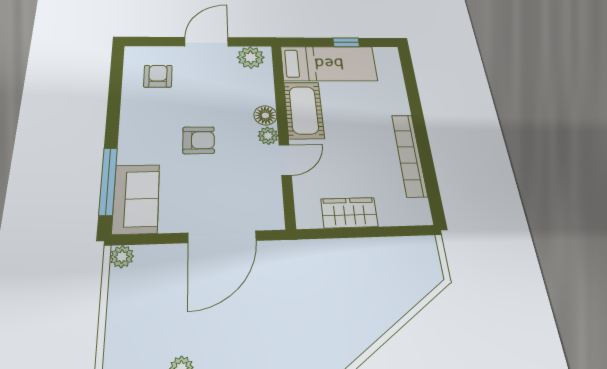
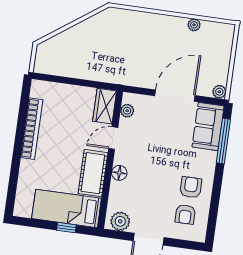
window: (346, 42) -> (66, 228), moved
plant: (268, 136) -> (127, 111), moved
armchair: (199, 140) -> (191, 187), moved, turned 90
wardrobe: (349, 213) -> (105, 106), moved, turned 90
door: (222, 237) -> (175, 96), moved

